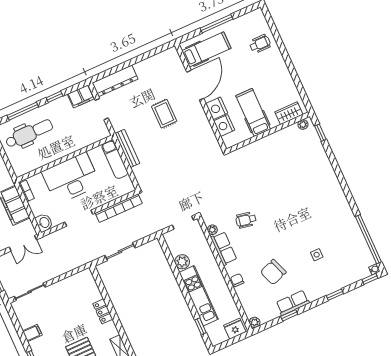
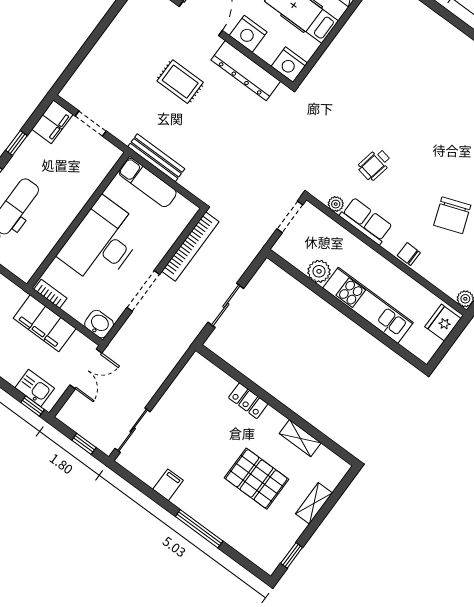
dresser: (115, 81) -> (246, 71), moved, turned 90
nightstand: (224, 126) -> (289, 65), moved
window: (200, 326) -> (394, 346), removed

